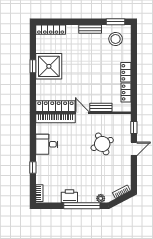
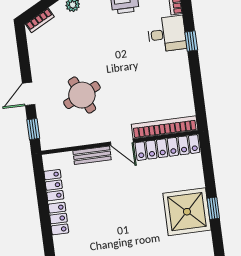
desk: (47, 144) -> (167, 34), moved

